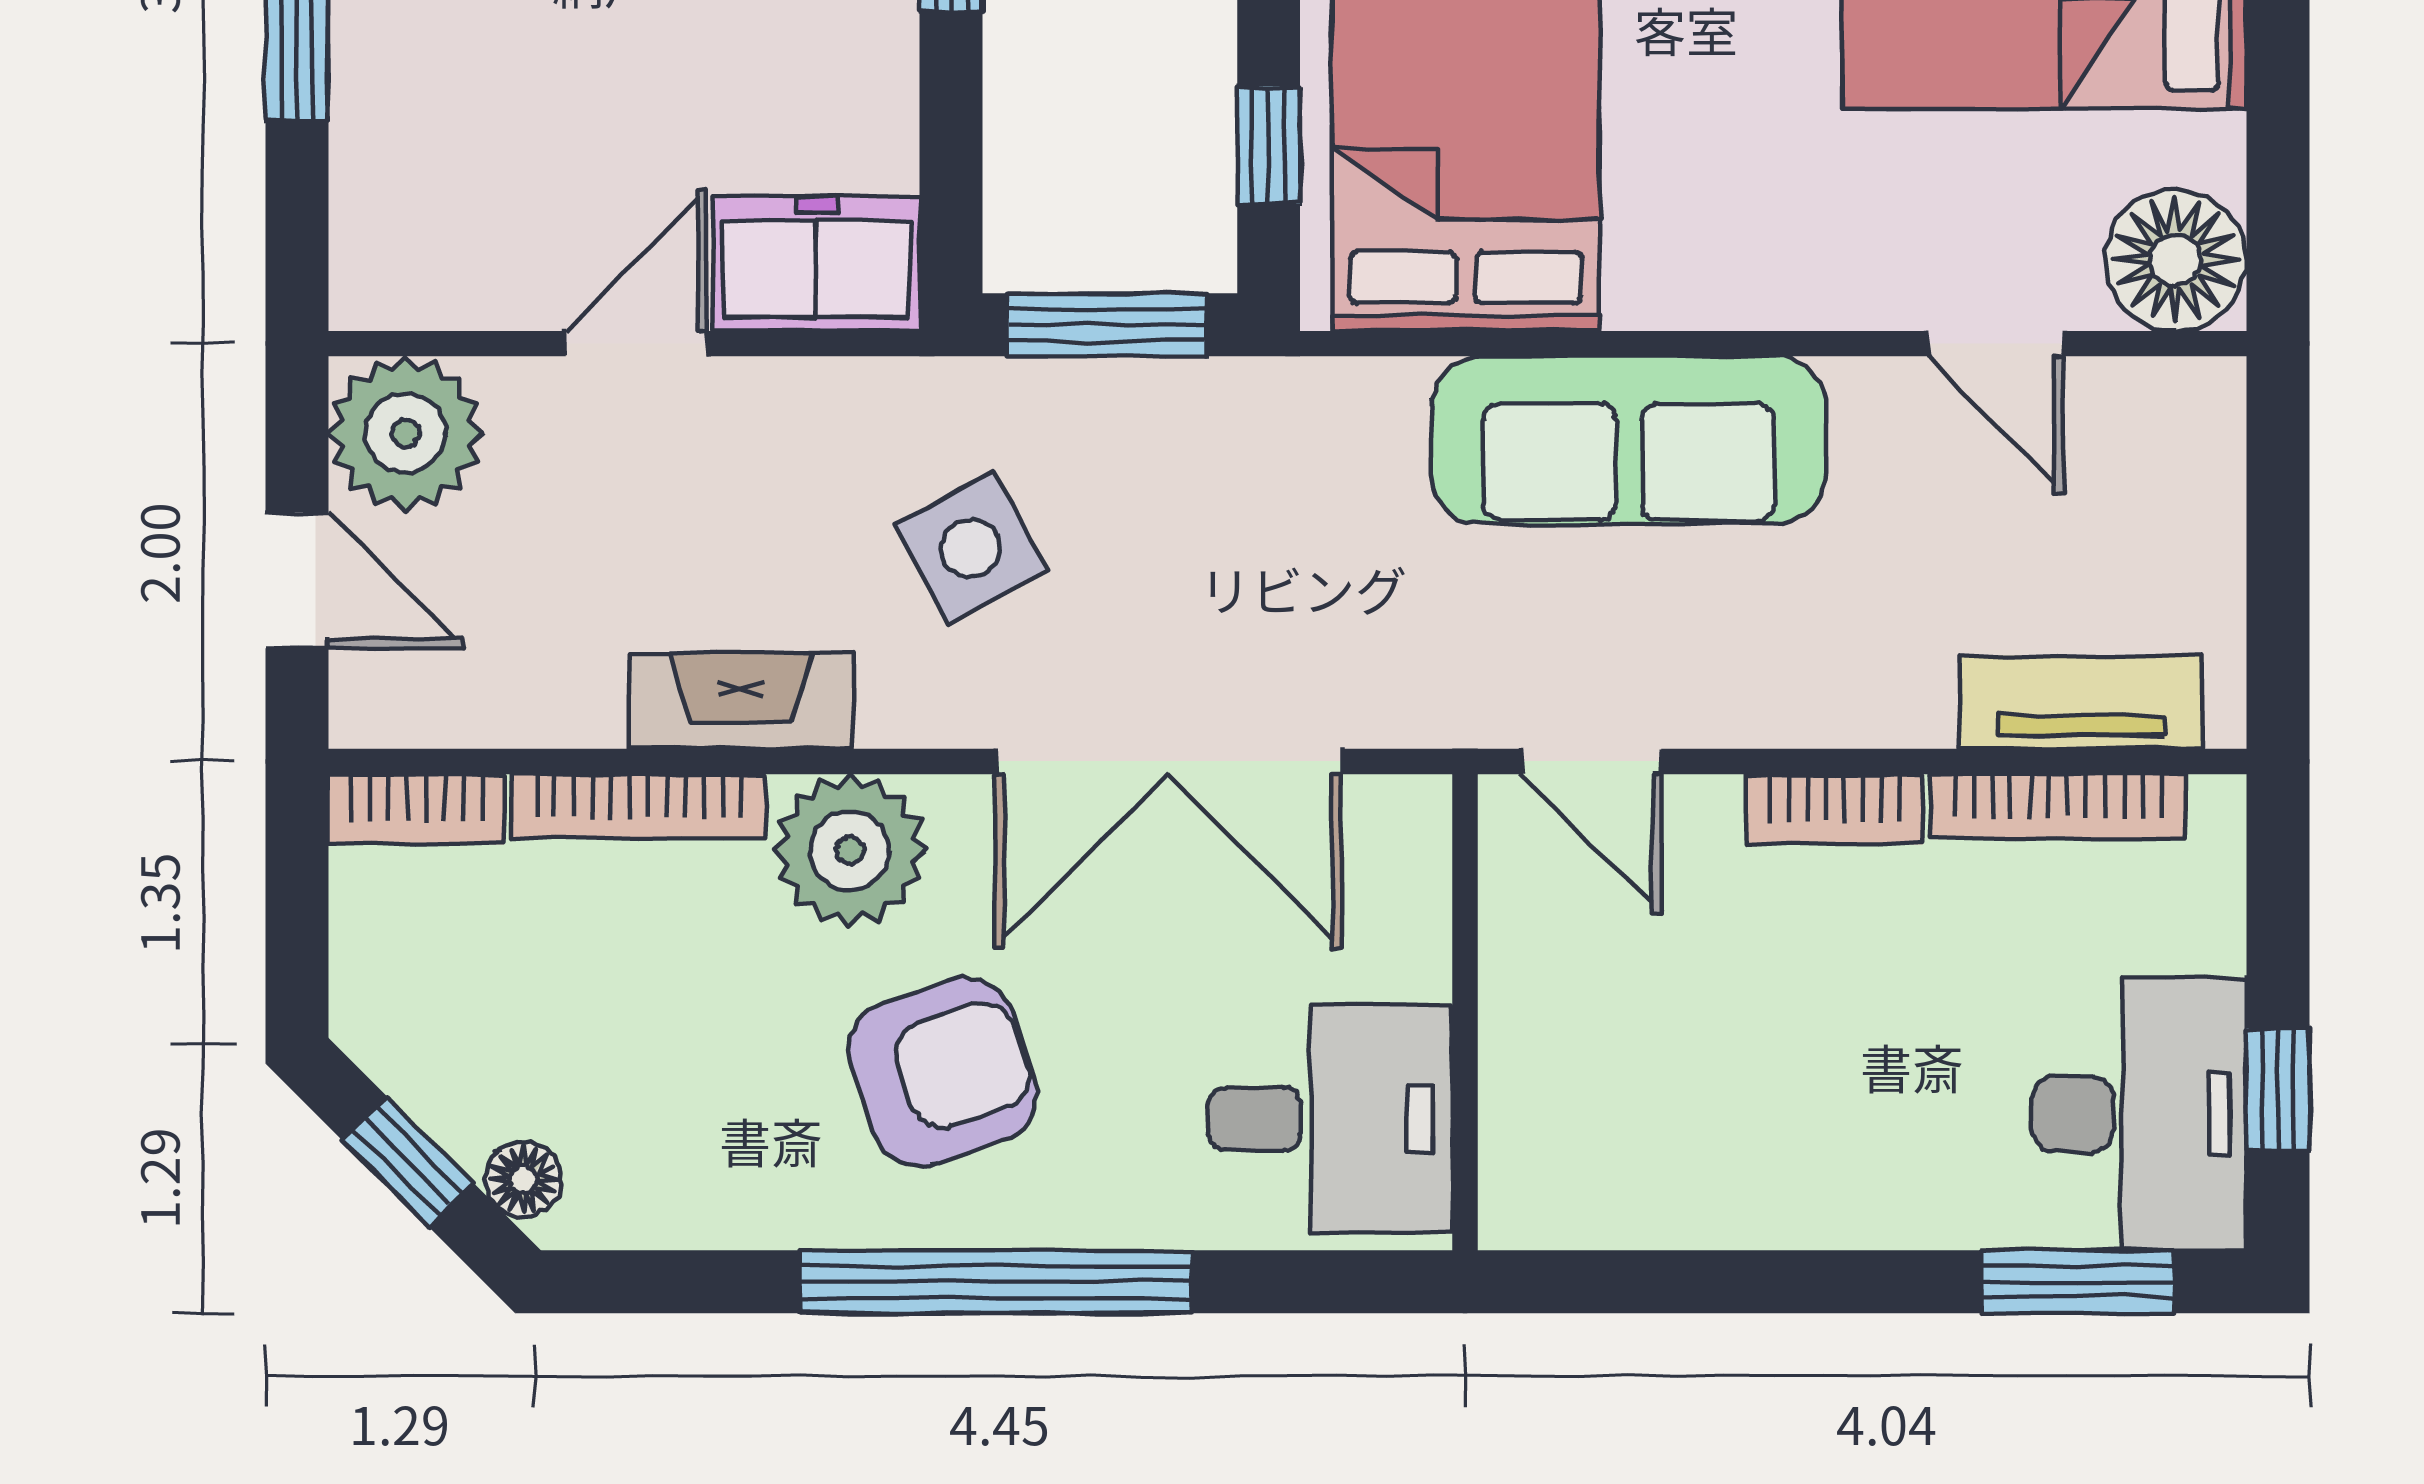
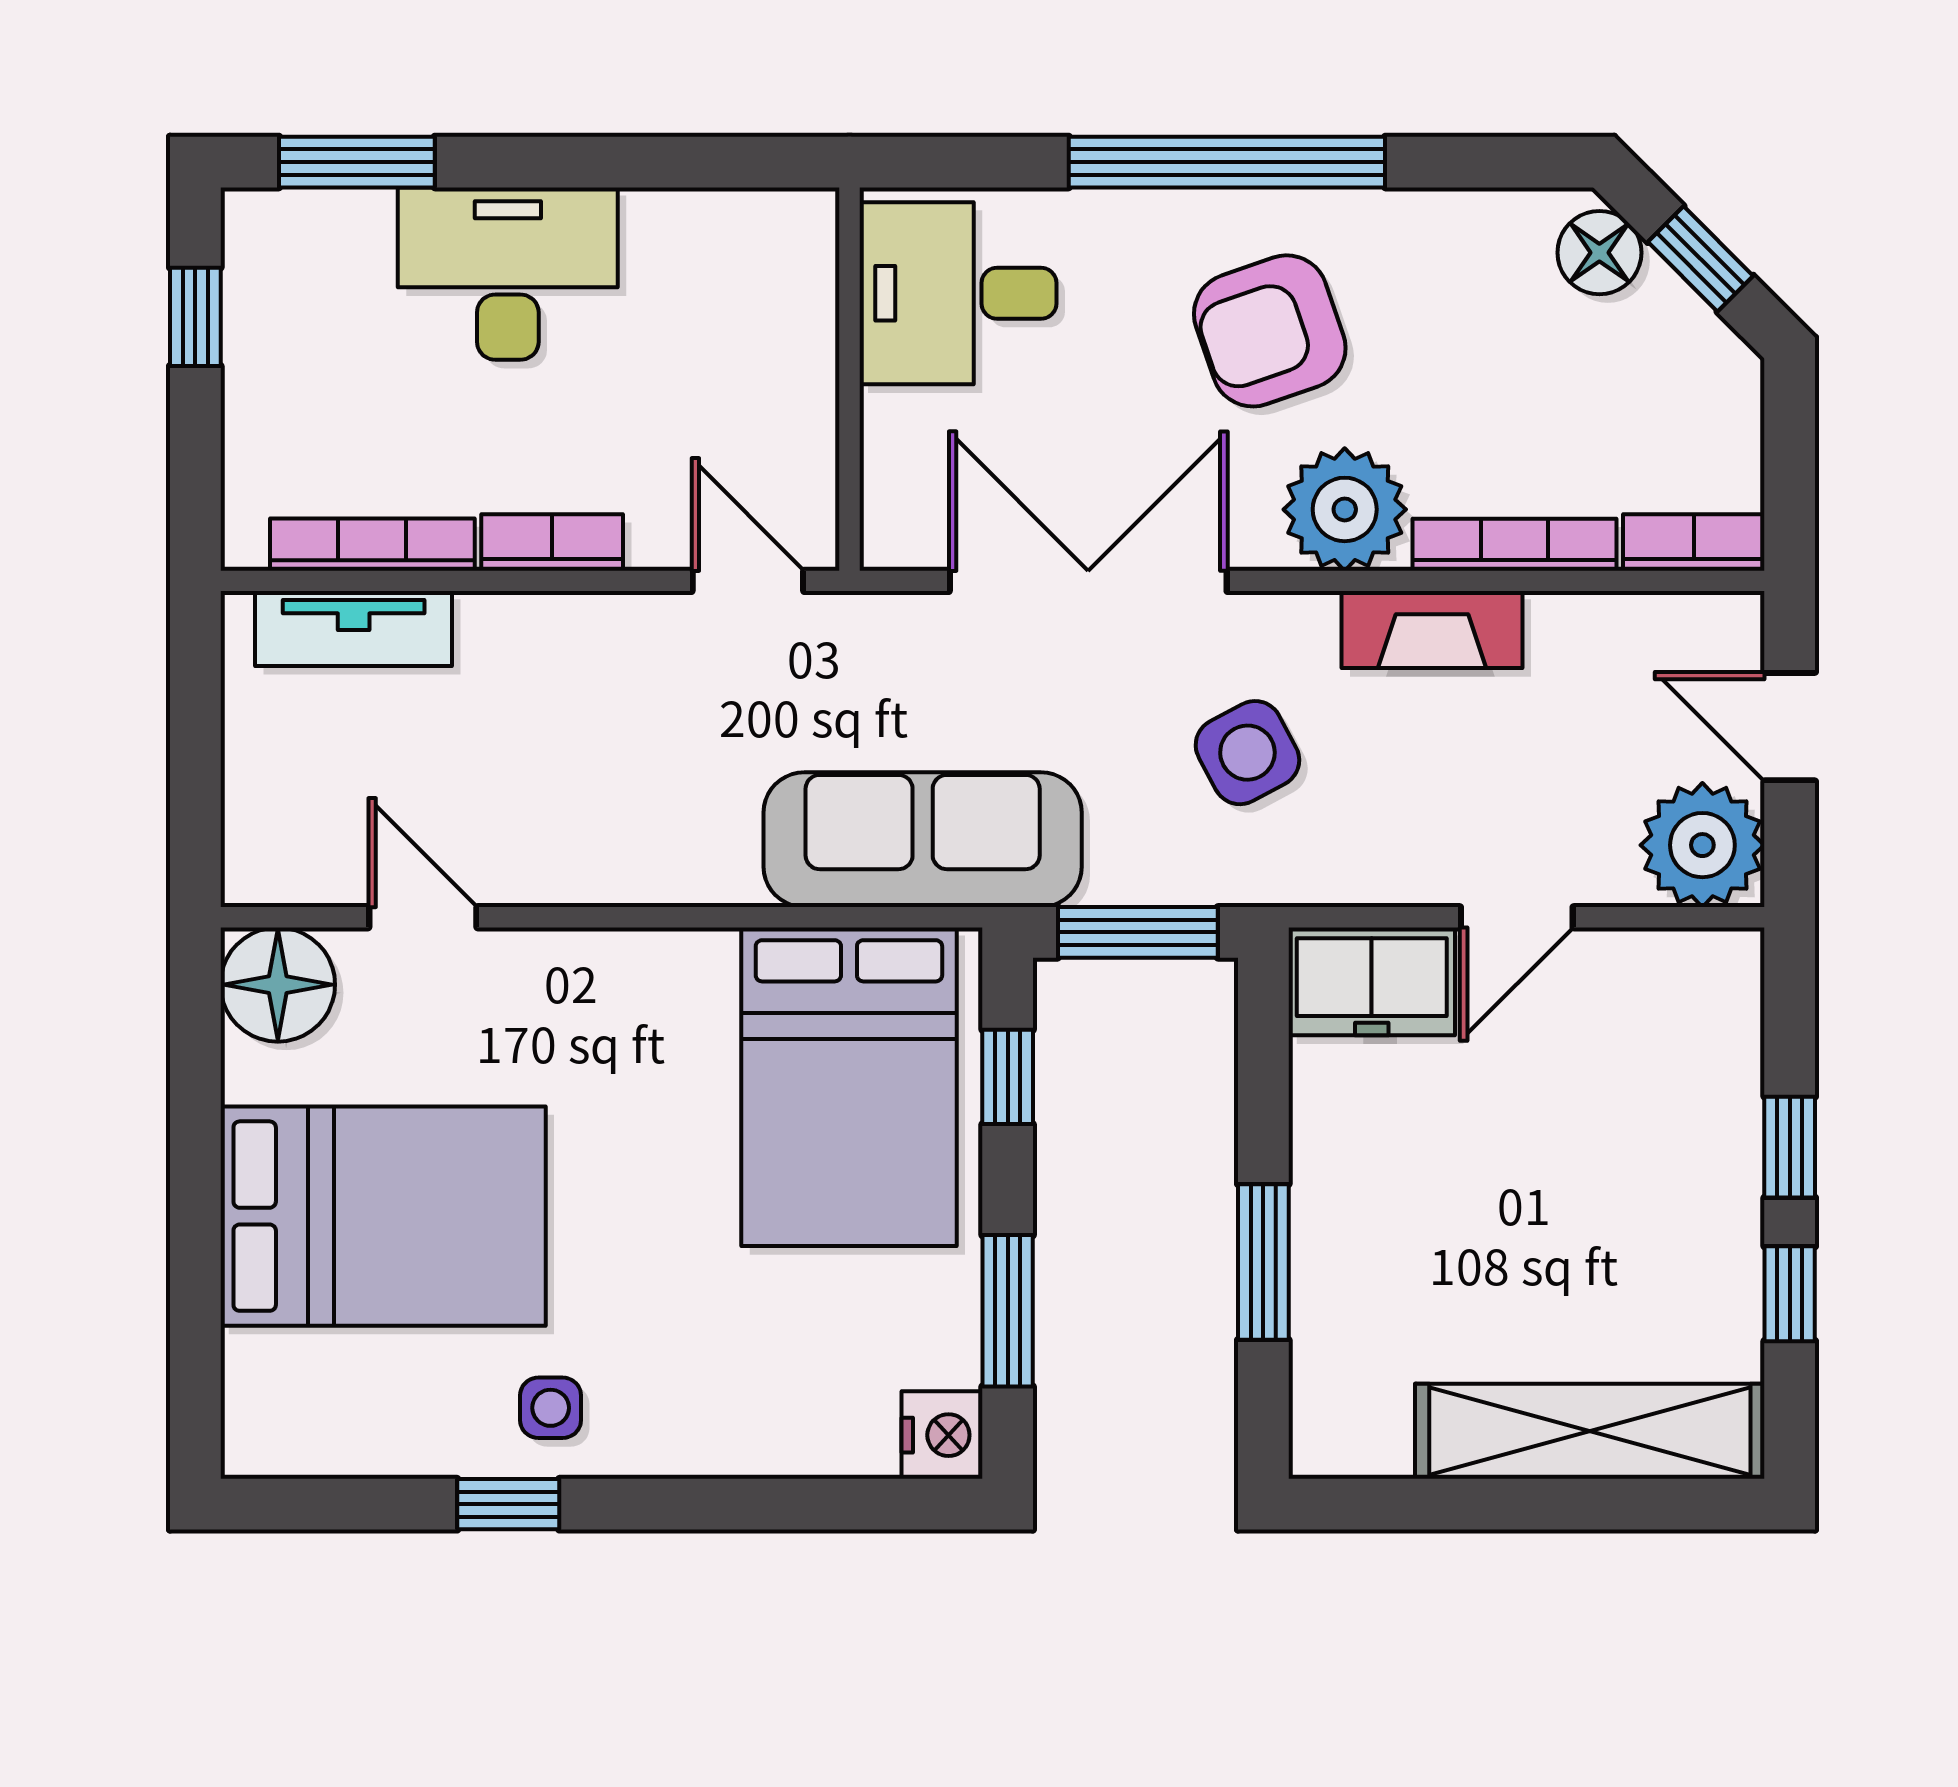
sofa: (1629, 440) -> (923, 840), moved
desk: (2139, 1114) -> (508, 274), moved, turned 90
floor lamp: (523, 1179) -> (1599, 253), width x1.37, depth x1.37

